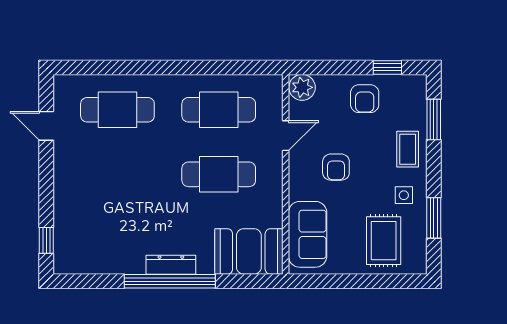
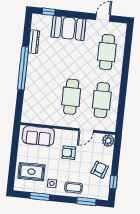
armchair: (365, 99) -> (100, 170), turned 110
door: (286, 136) -> (86, 131), hinge flipped
booth: (249, 251) -> (68, 28), moved, turned 90
dresser: (171, 265) -> (34, 42), moved

